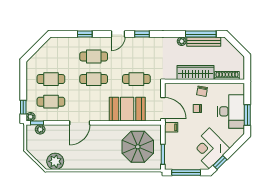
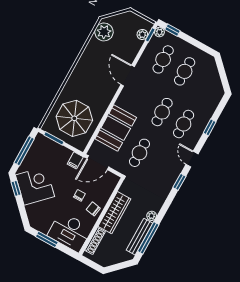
desk: (231, 111) -> (70, 232), moved

